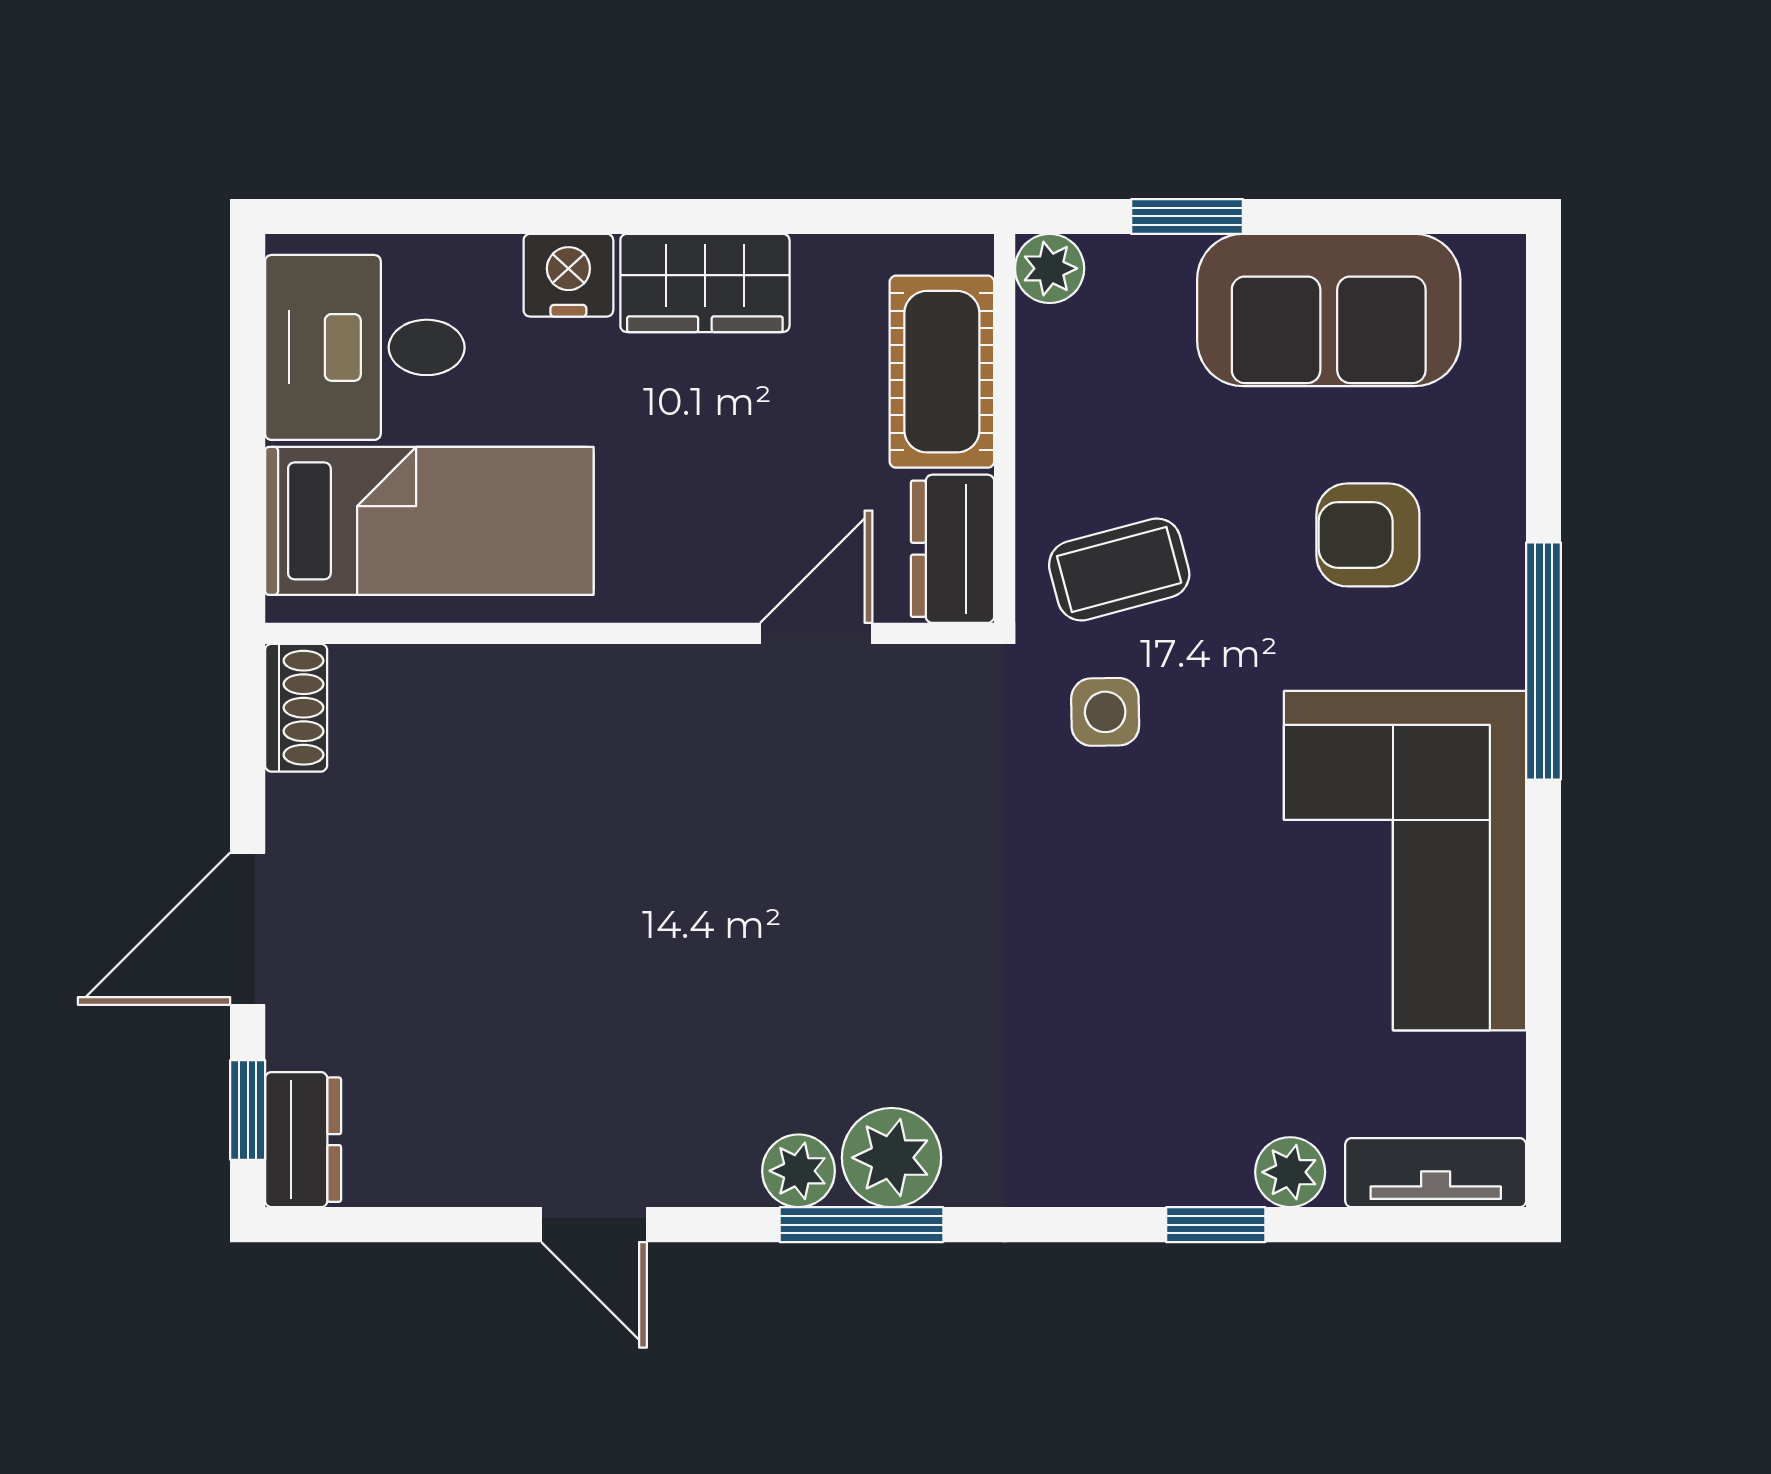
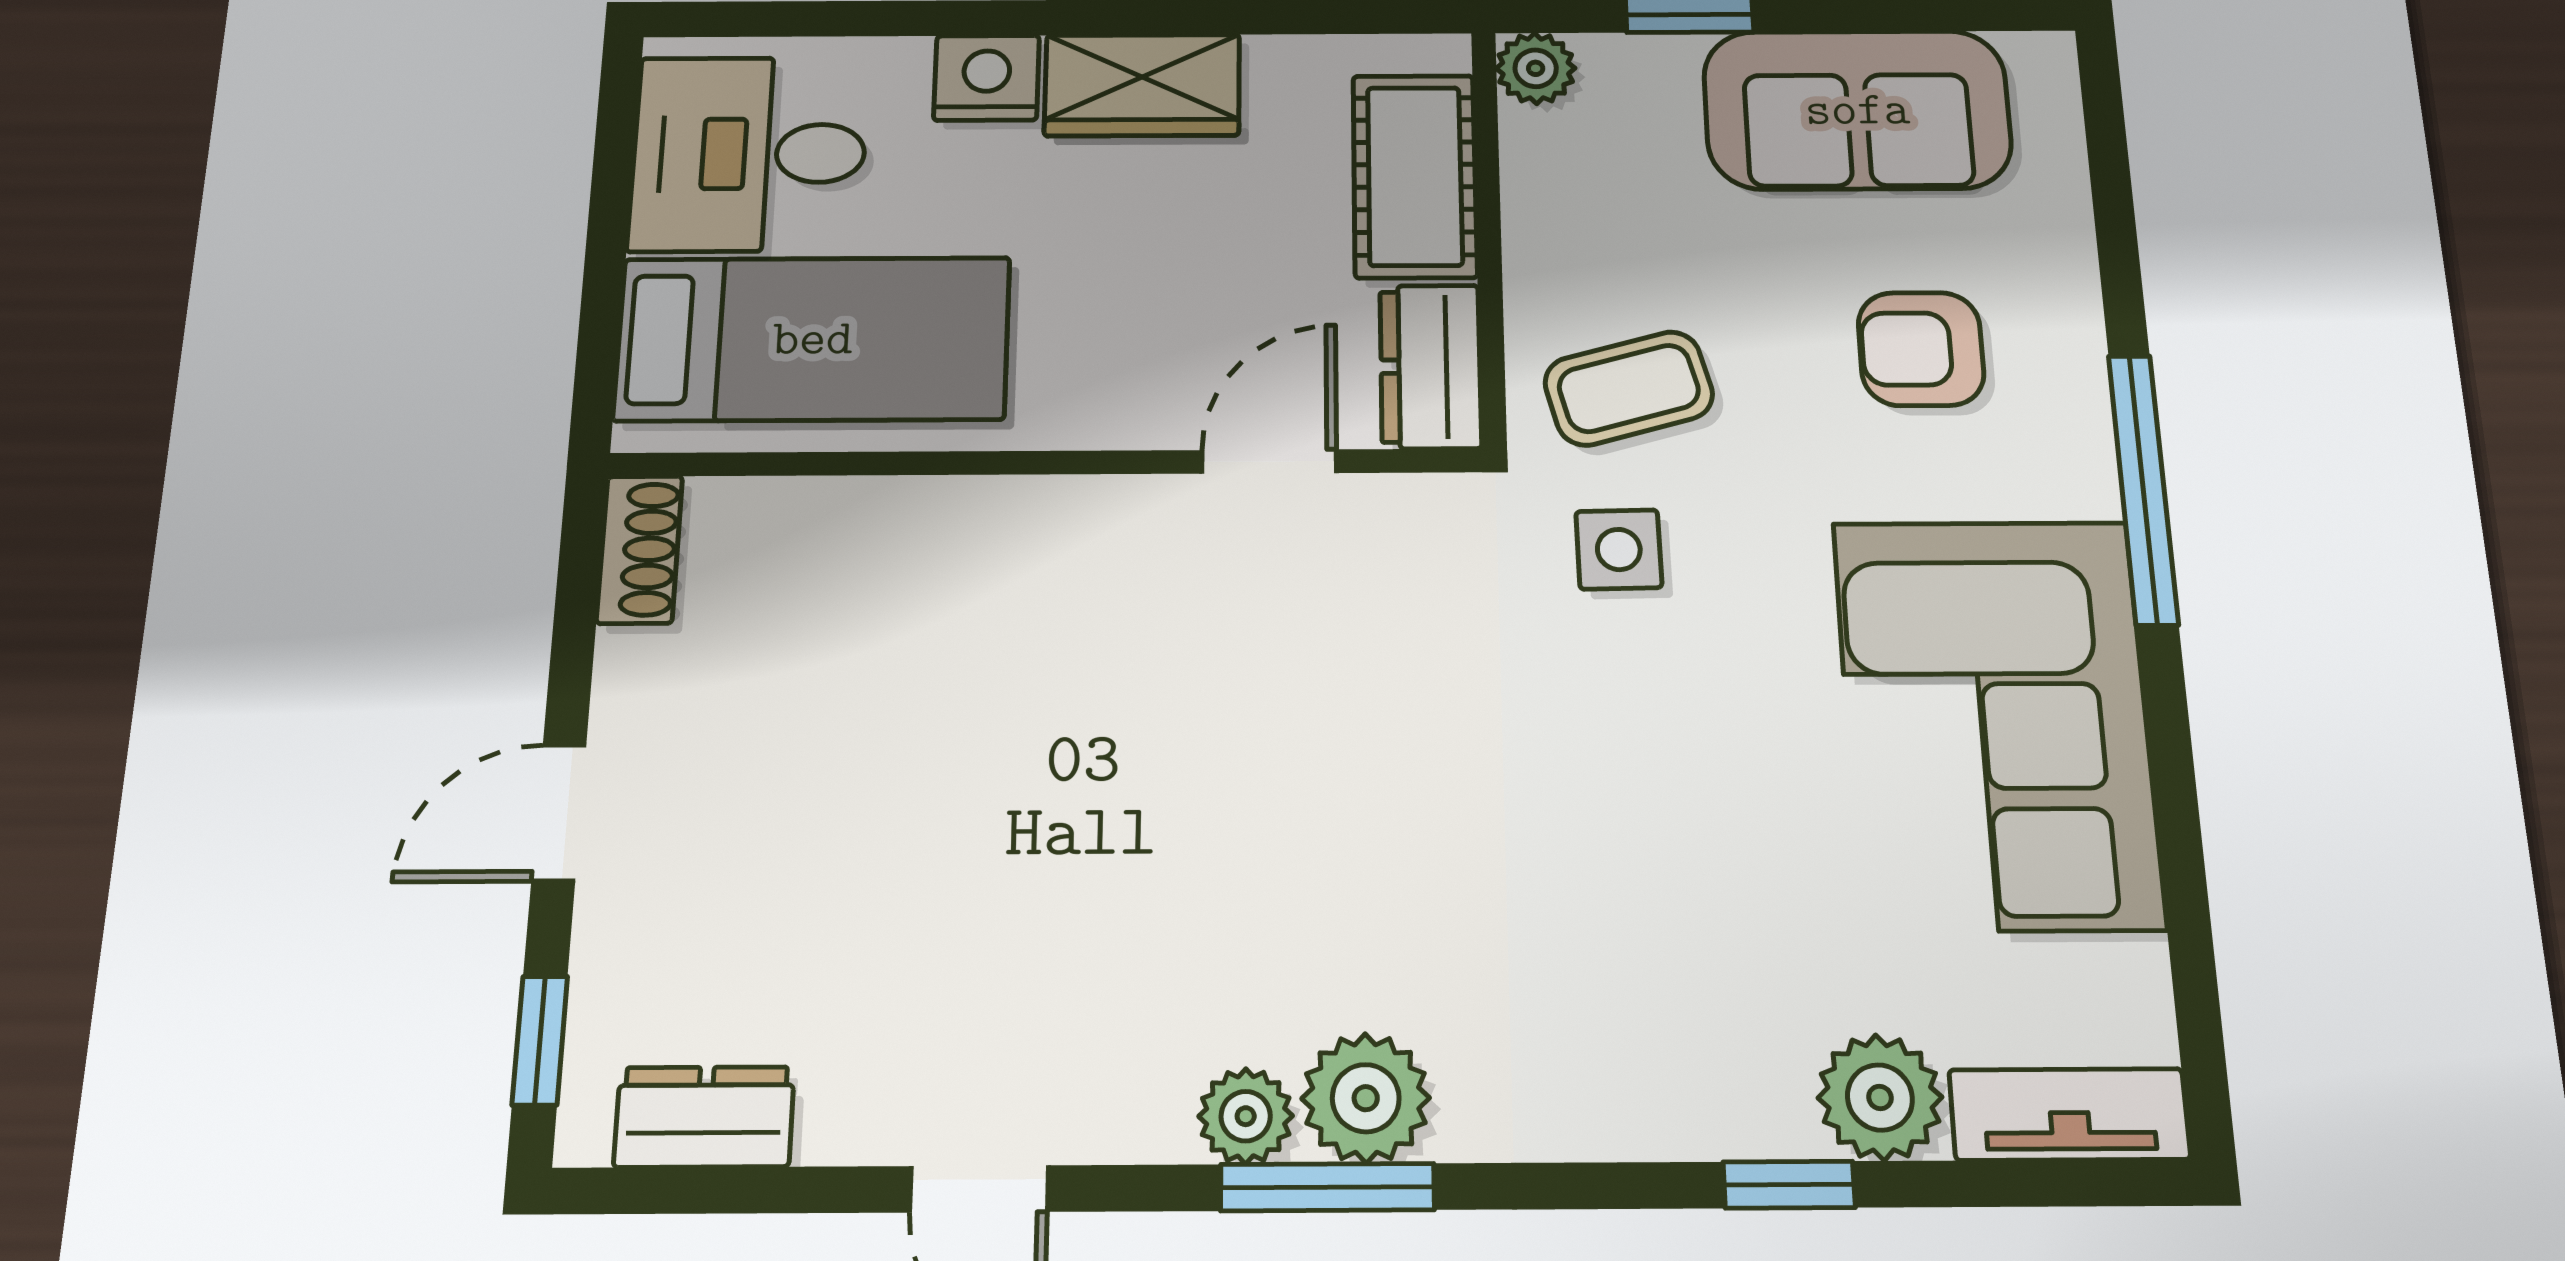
door: (248, 929) -> (559, 813), width x0.73
dresser: (303, 1140) -> (704, 1117), moved, turned -90
plant: (1290, 1172) -> (1880, 1098), width x1.38, depth x1.38

